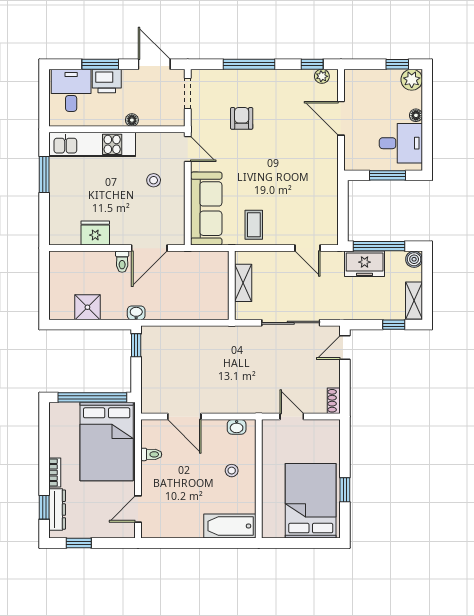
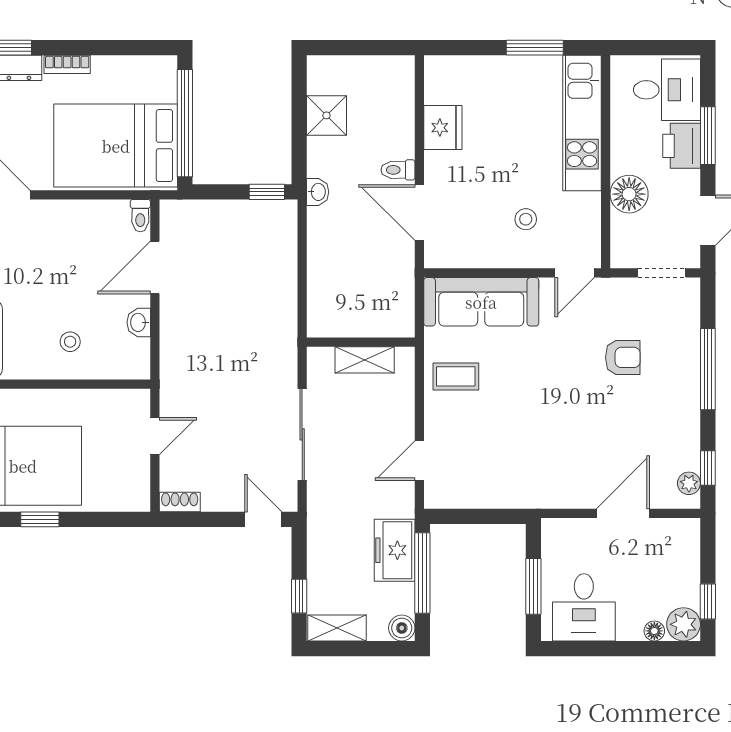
floor lamp: (416, 115) -> (654, 631), moved
floor lamp: (132, 120) -> (629, 194), width x1.89, depth x1.89
washbasin: (237, 427) -> (139, 322), moved
toilet: (151, 454) -> (140, 216), moved

